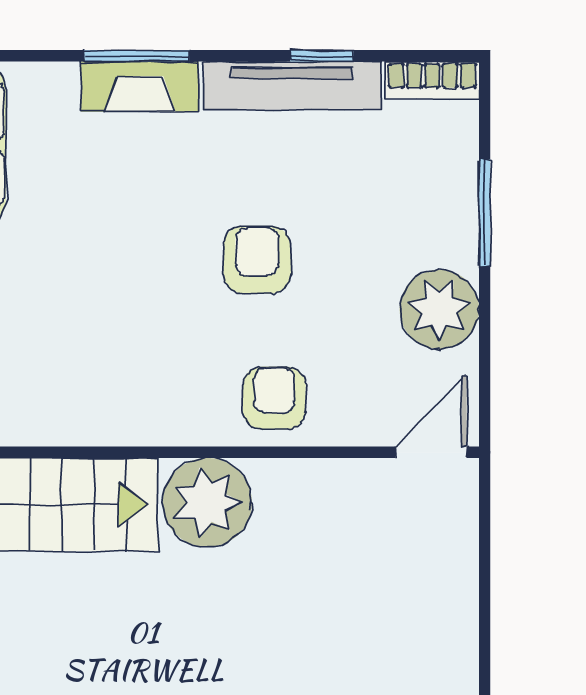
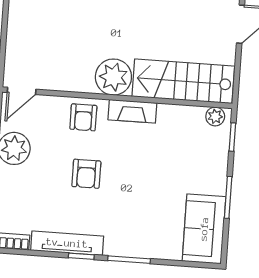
window: (322, 56) -> (81, 256), moved
fireplace: (140, 87) -> (132, 111), moved, turned 180

